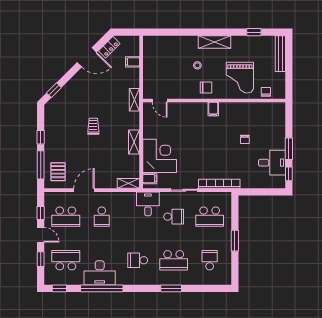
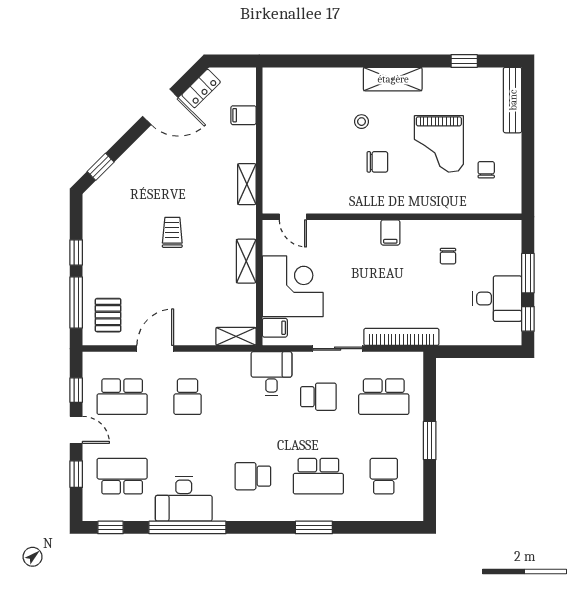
door: (160, 100) -> (293, 217), moved
wall: (214, 100) -> (392, 217), moved
filing cabinet: (213, 109) -> (390, 232), moved

